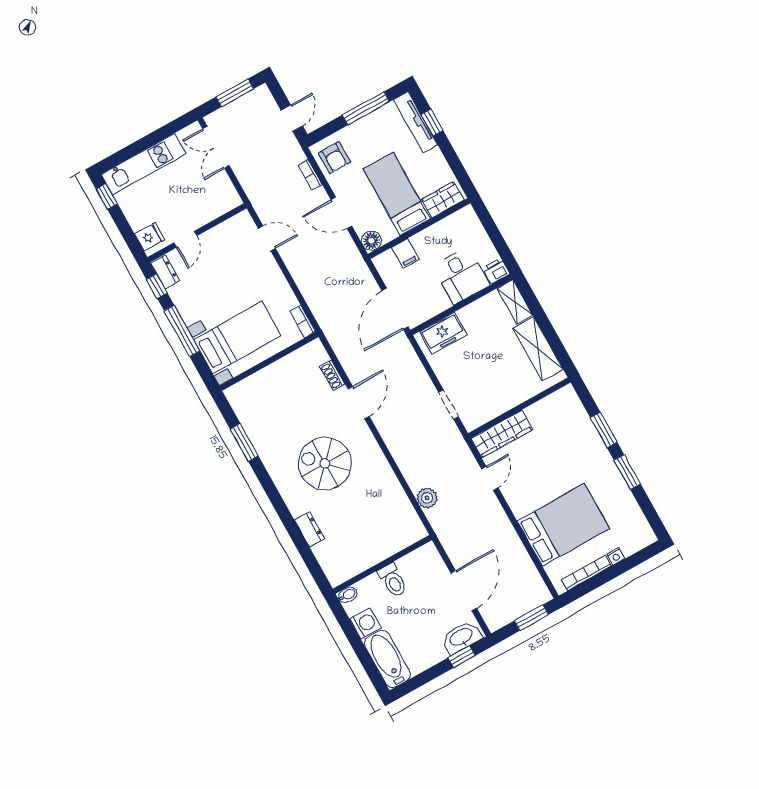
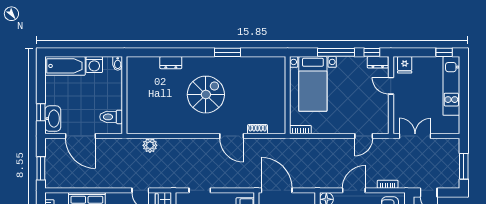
double door: (216, 147) -> (415, 136), moved
window: (244, 442) -> (228, 52), moved
toilet: (393, 580) -> (111, 117), moved

